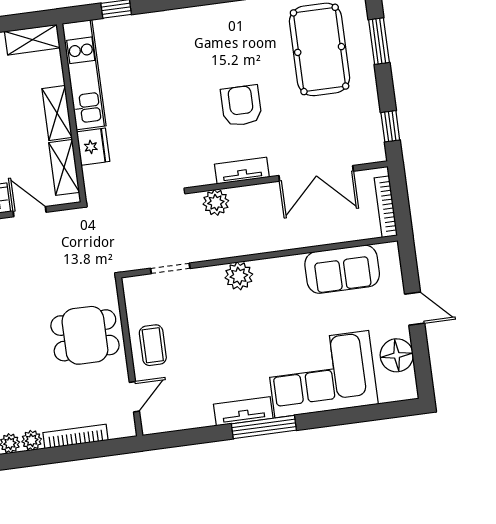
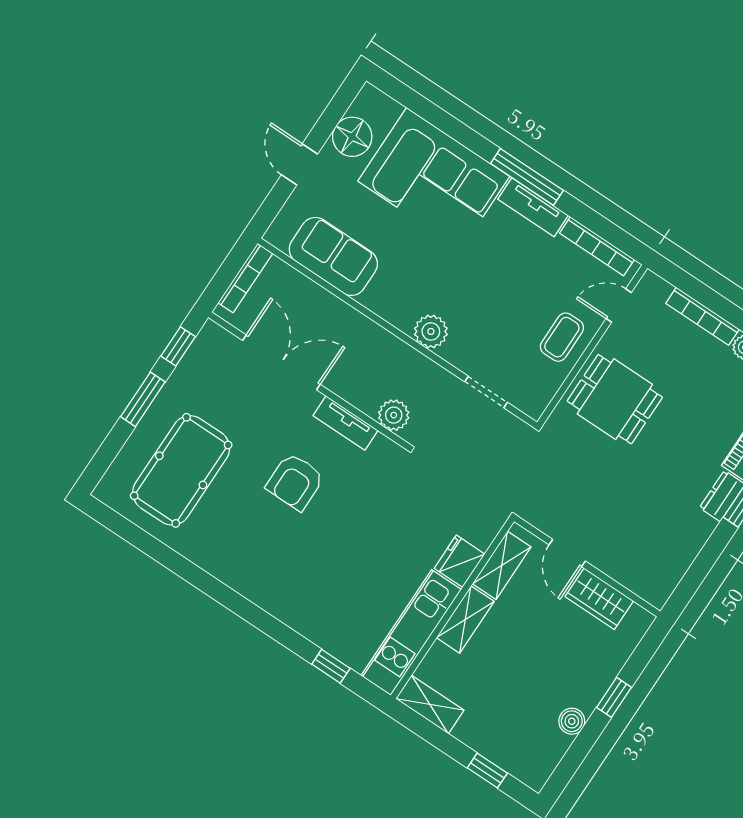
window: (379, 41) -> (143, 399), moved
bookcase: (181, 422) -> (597, 246), added

